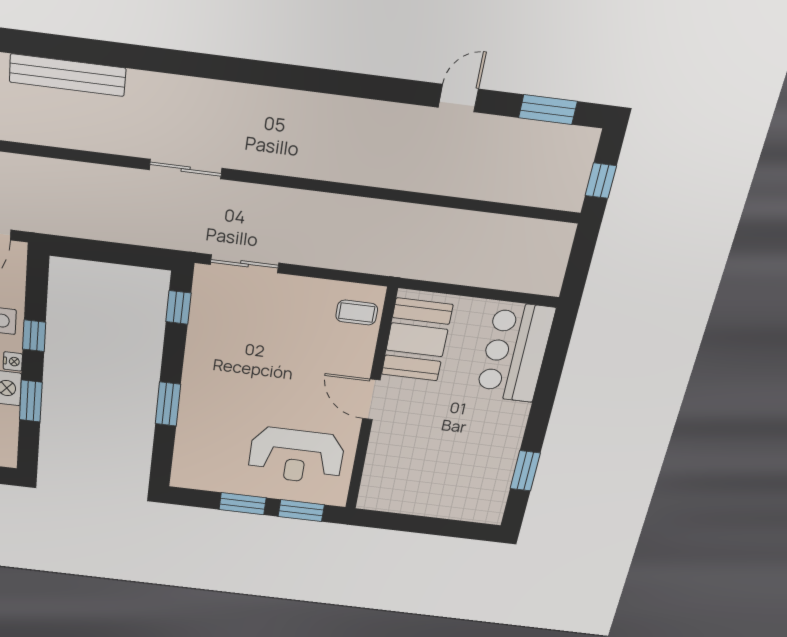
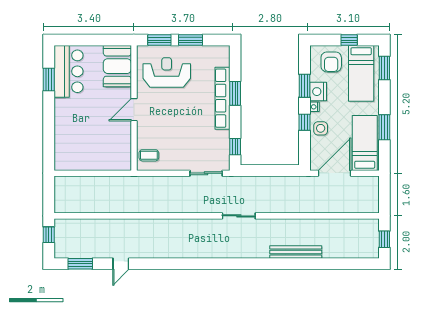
booth: (417, 340) -> (117, 66), moved
bar counter: (515, 352) -> (68, 71), moved
row of seats: (194, 399) -> (222, 98), added
door: (371, 399) -> (134, 110), swing flipped

